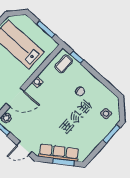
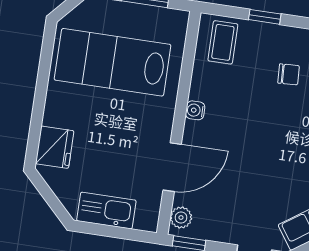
window: (77, 57) -> (265, 17), moved

